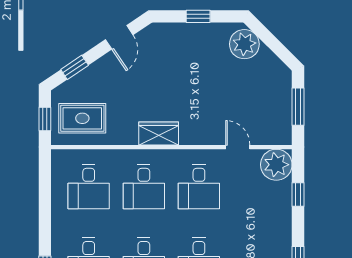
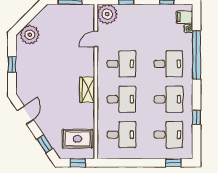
door: (119, 37) -> (25, 115), hinge flipped
rug: (82, 118) -> (77, 139), turned 90

